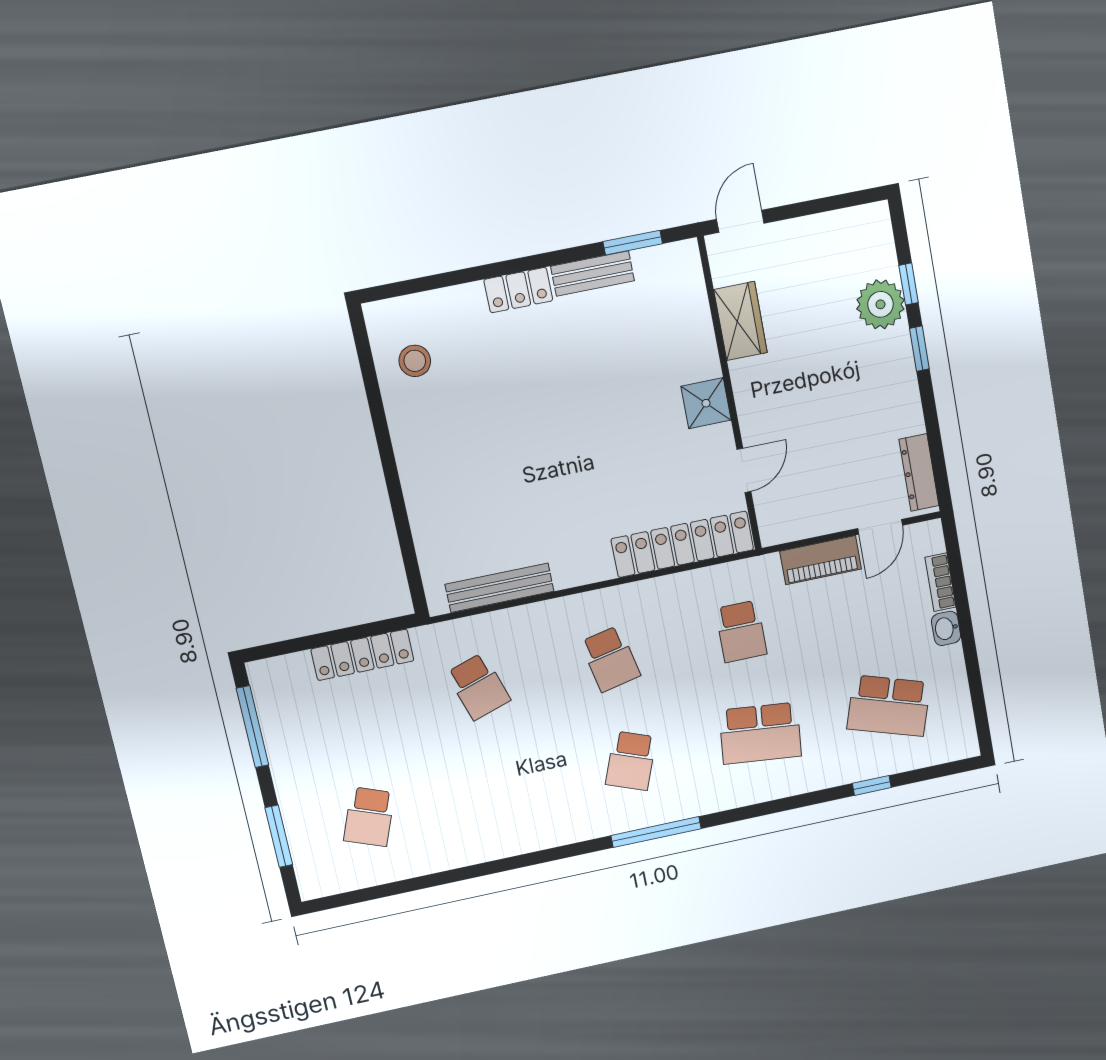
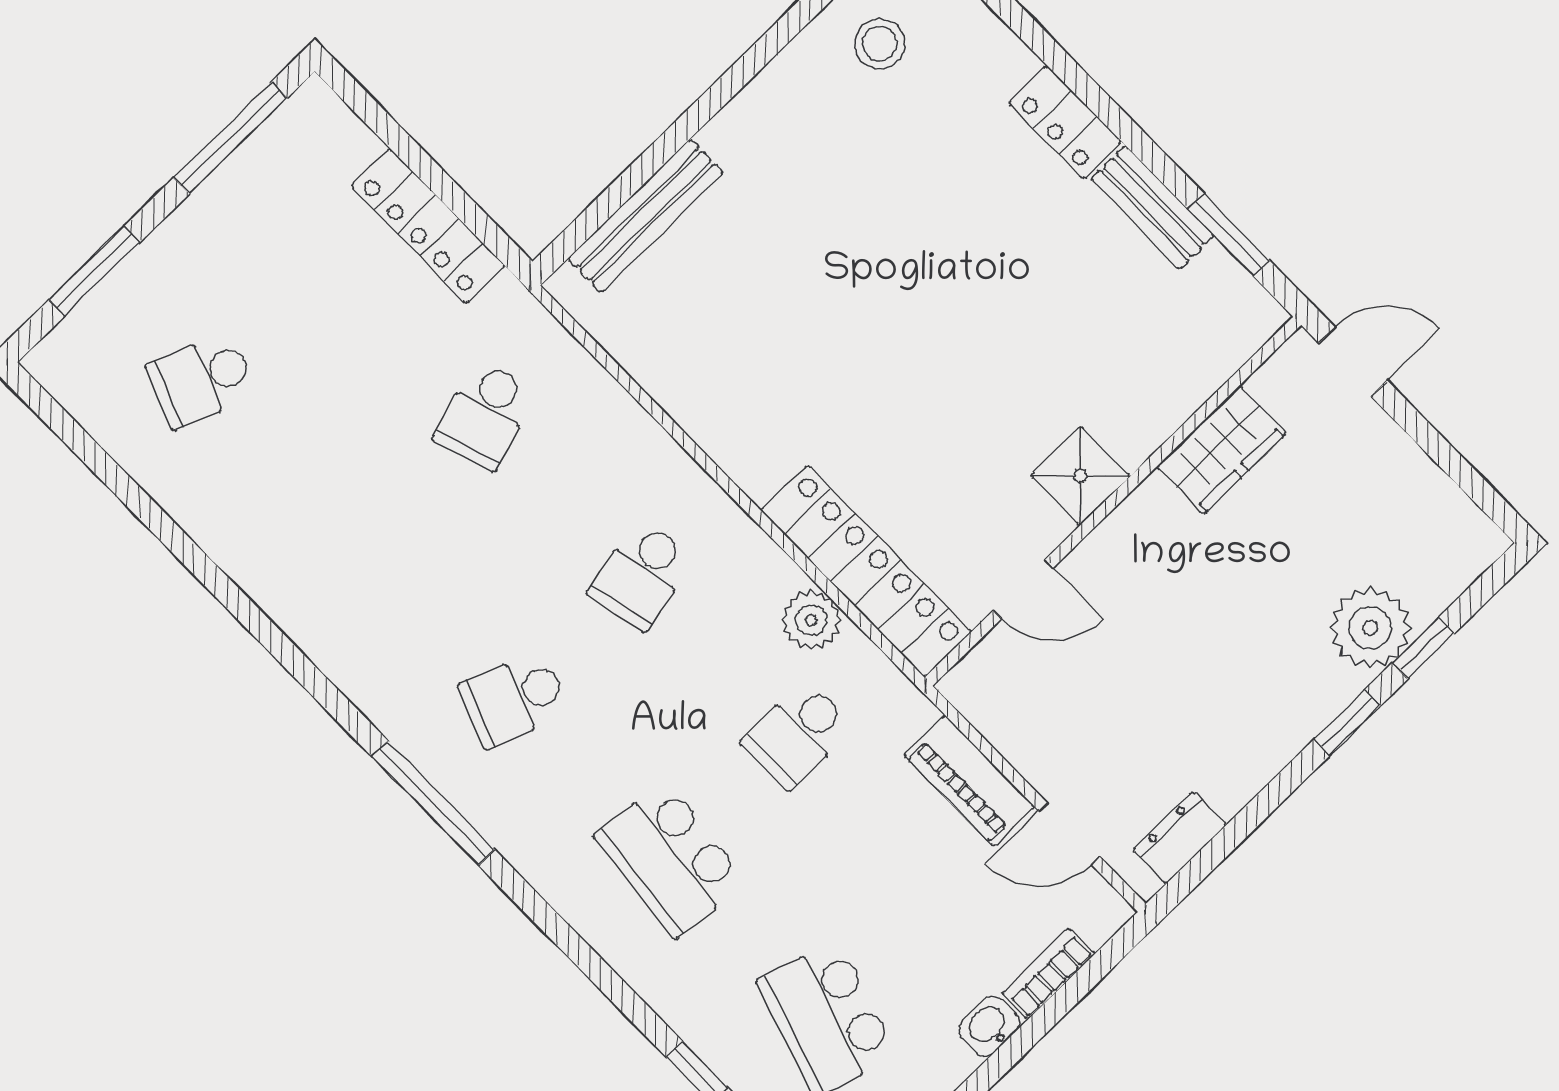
dresser: (919, 472) -> (1180, 838), width x0.70
bench: (500, 588) -> (646, 216), moved, turned 90
plant: (689, 588) -> (811, 620), added

